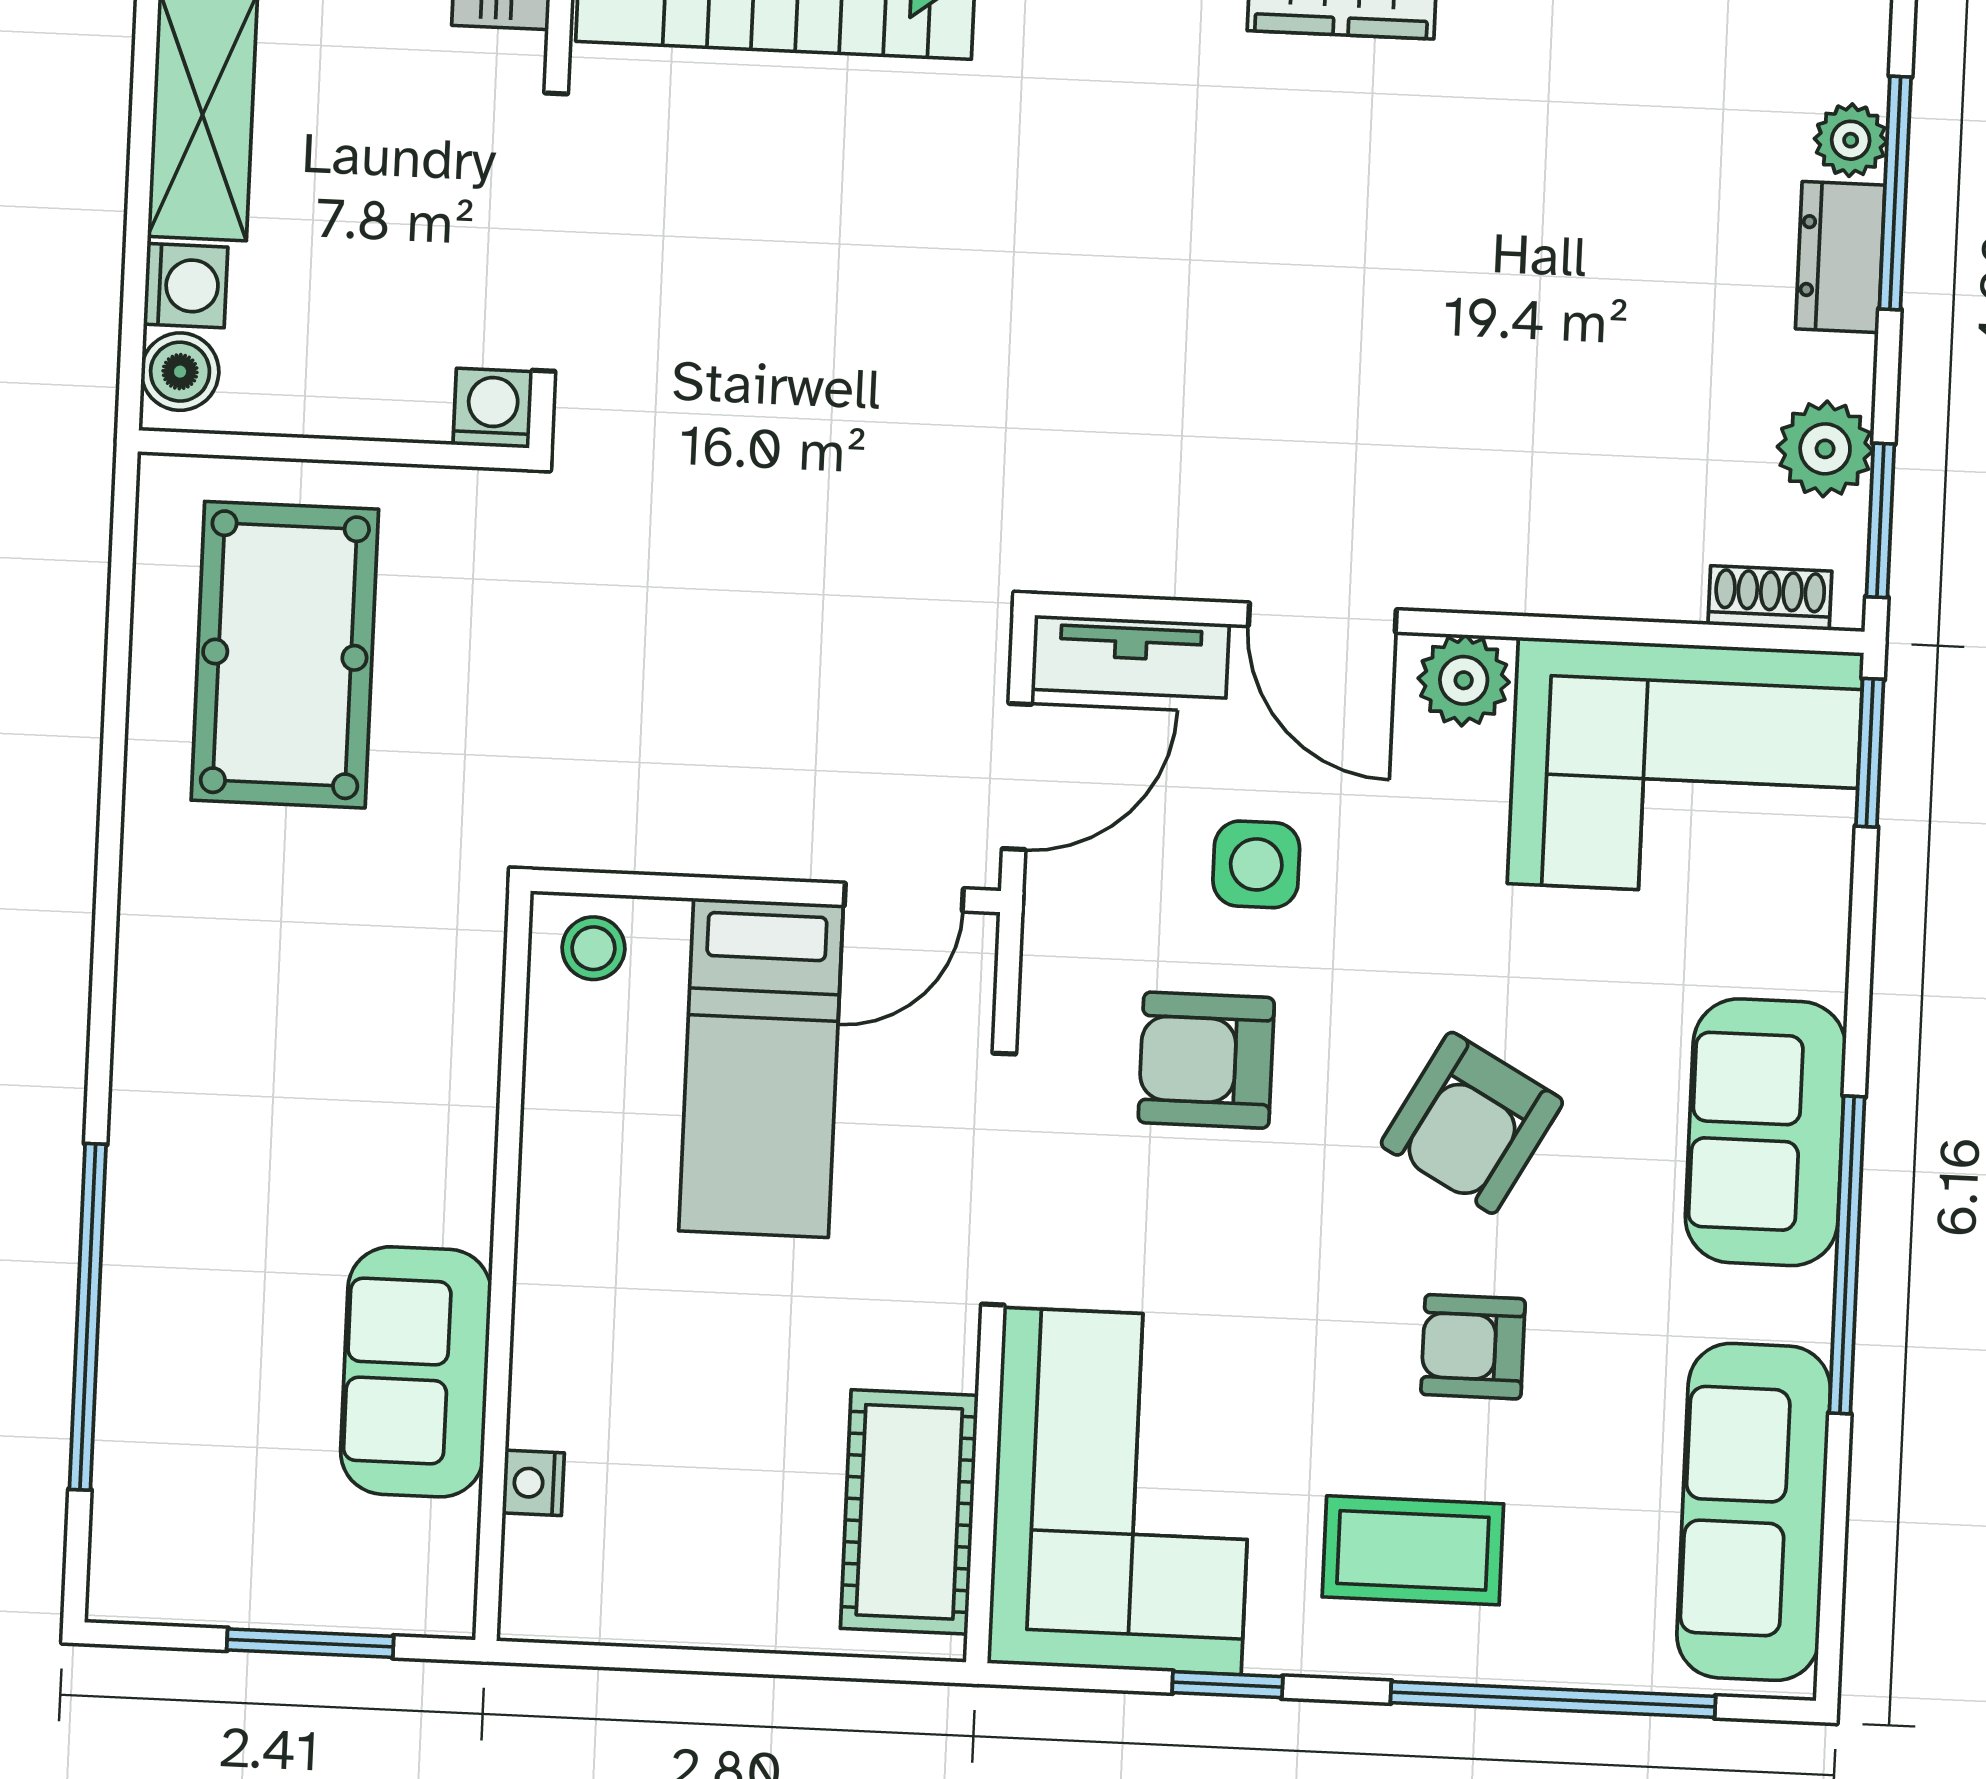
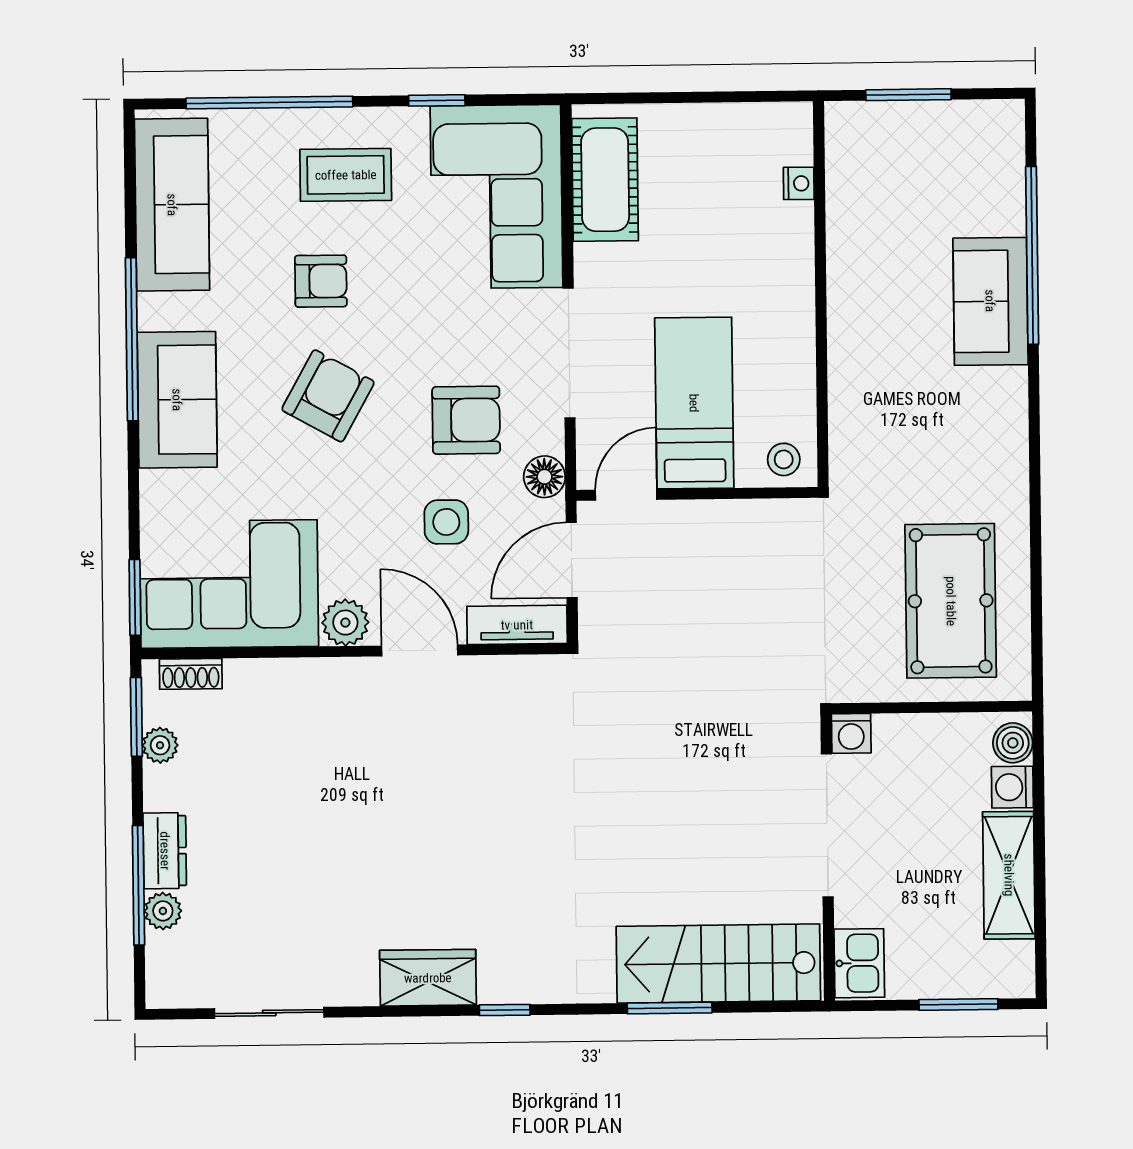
plant: (1825, 449) -> (160, 745), width x0.73, depth x0.73
floor lamp: (1060, 941) -> (544, 477), added
sofa: (416, 1372) -> (990, 301), moved, turned 180

